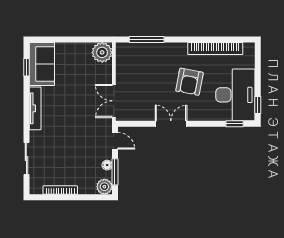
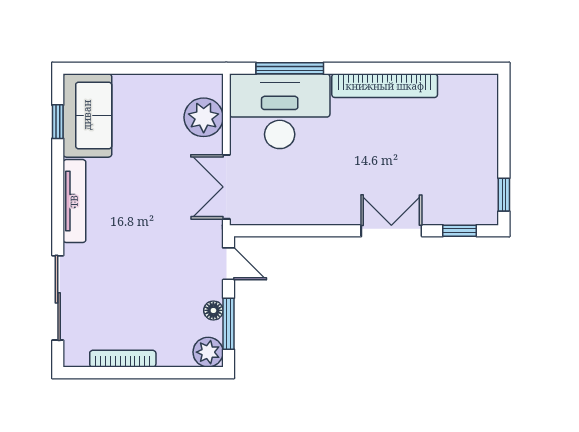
bookcase: (215, 49) -> (385, 86), moved
plant: (102, 52) -> (204, 117), moved
armchair: (189, 82) -> (372, 150), removed
desk: (235, 95) -> (280, 111), moved, turned -90
double door: (171, 124) -> (391, 231), moved
sliding door: (26, 159) -> (58, 298), width x1.37

